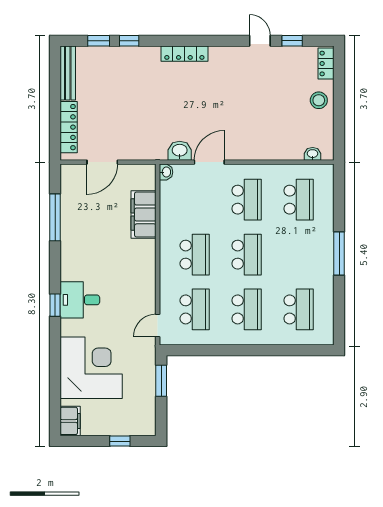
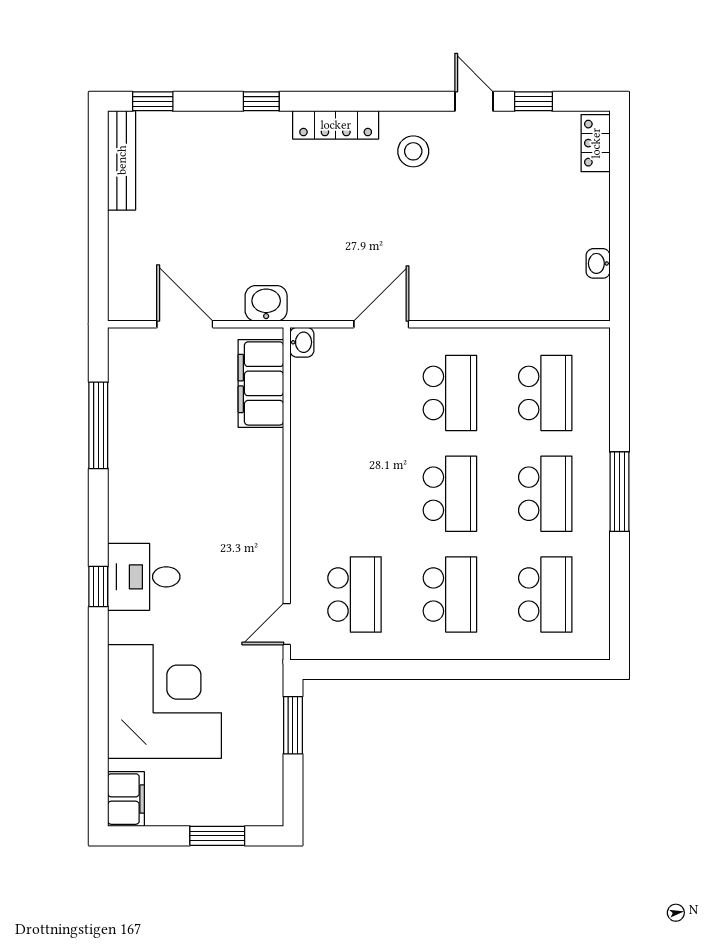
window: (99, 41) -> (153, 101), moved
window: (129, 41) -> (261, 101), moved
stool: (319, 100) -> (413, 151), moved
locker: (69, 127) -> (123, 260), removed
washbasin: (180, 151) -> (266, 303), moved
washbasin: (313, 154) -> (598, 263), moved, turned -90
door: (102, 162) -> (185, 324), swing flipped
filing cabinet: (144, 214) -> (261, 383), moved
school desk: (195, 255) -> (545, 494), moved
window: (120, 441) -> (217, 836), width x1.50

